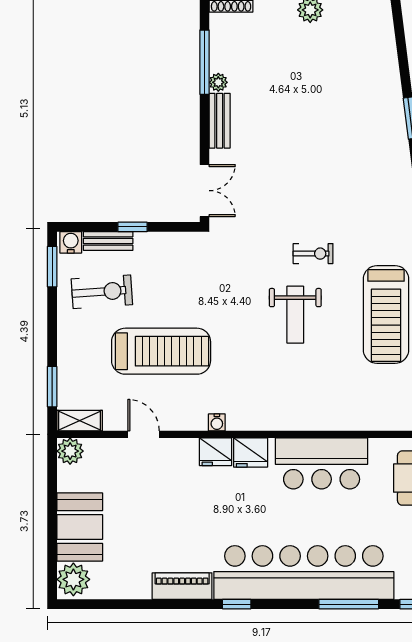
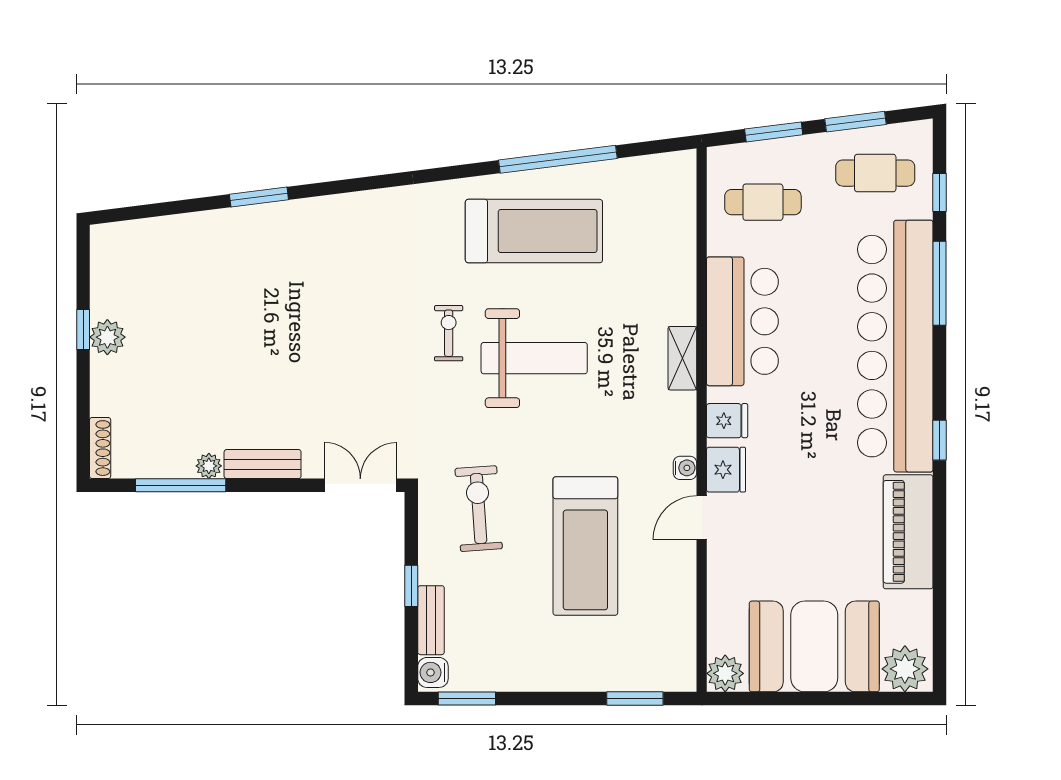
exercise bike: (102, 292) -> (479, 509), moved
weight bench: (295, 315) -> (534, 358), width x1.36, depth x1.33
treadmill: (161, 351) -> (585, 546), turned 180
shelving: (80, 421) -> (682, 358), moved
door: (144, 434) -> (702, 518), moved
fridge: (251, 452) -> (727, 421), width x0.72
booth: (80, 527) -> (814, 646), width x1.36, depth x1.42
piano: (182, 586) -> (908, 532), width x1.37, depth x1.33

